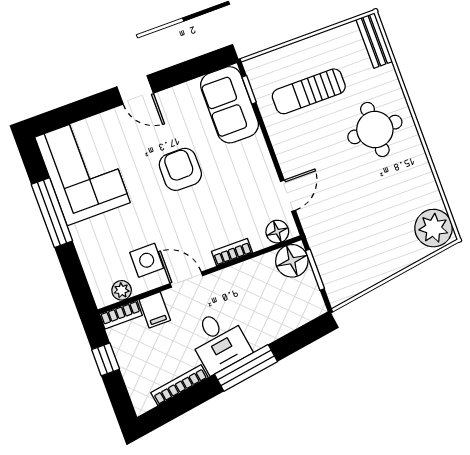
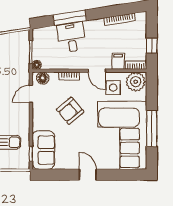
armchair: (180, 169) -> (70, 111), moved, turned 50
corner sofa: (83, 170) -> (122, 135), width x1.36, depth x1.36
floor lamp: (292, 261) -> (37, 65), width x0.53, depth x0.53
plant: (122, 290) -> (136, 82), width x1.88, depth x1.88
desk: (219, 341) -> (71, 37), moved
window: (246, 368) -> (70, 18), moved

